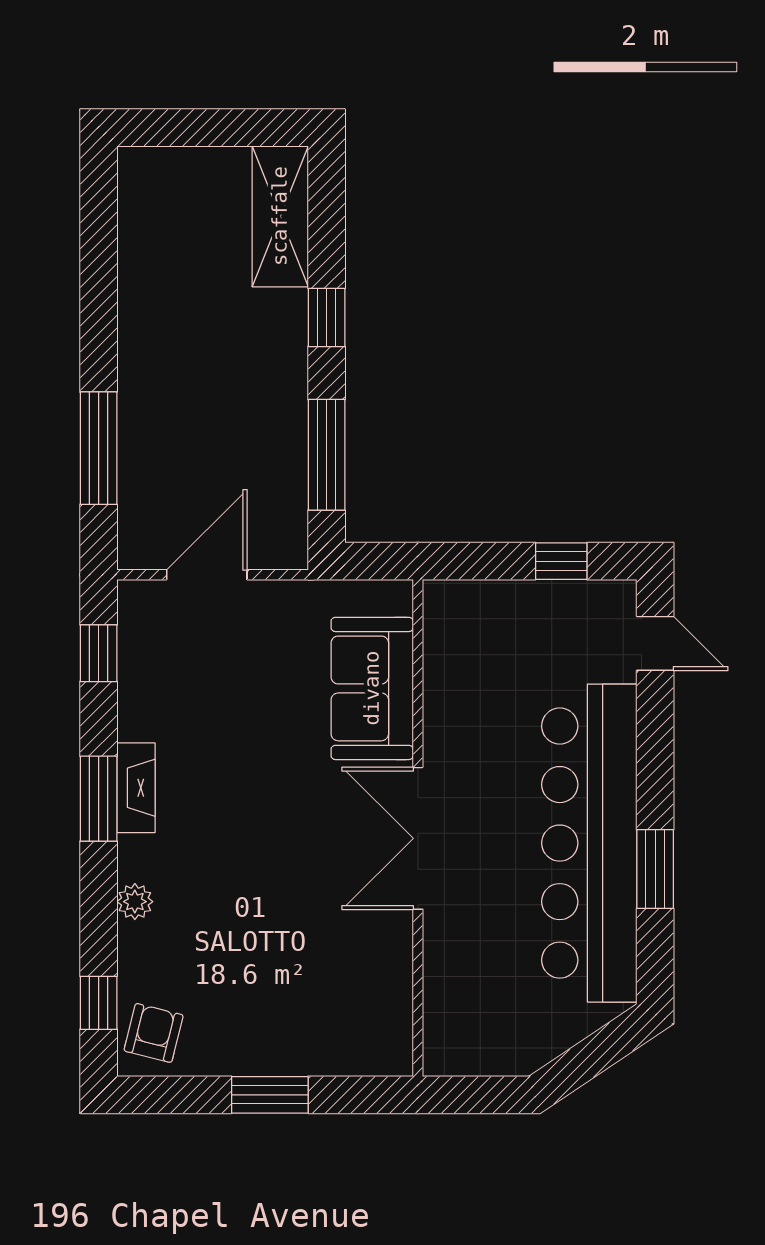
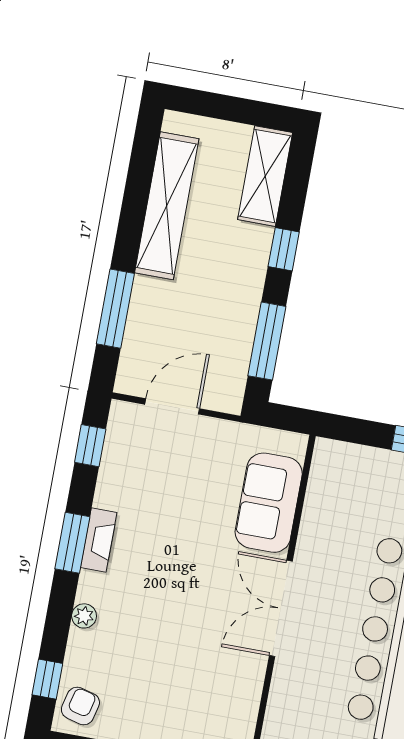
shelving: (146, 286) -> (167, 206), added

